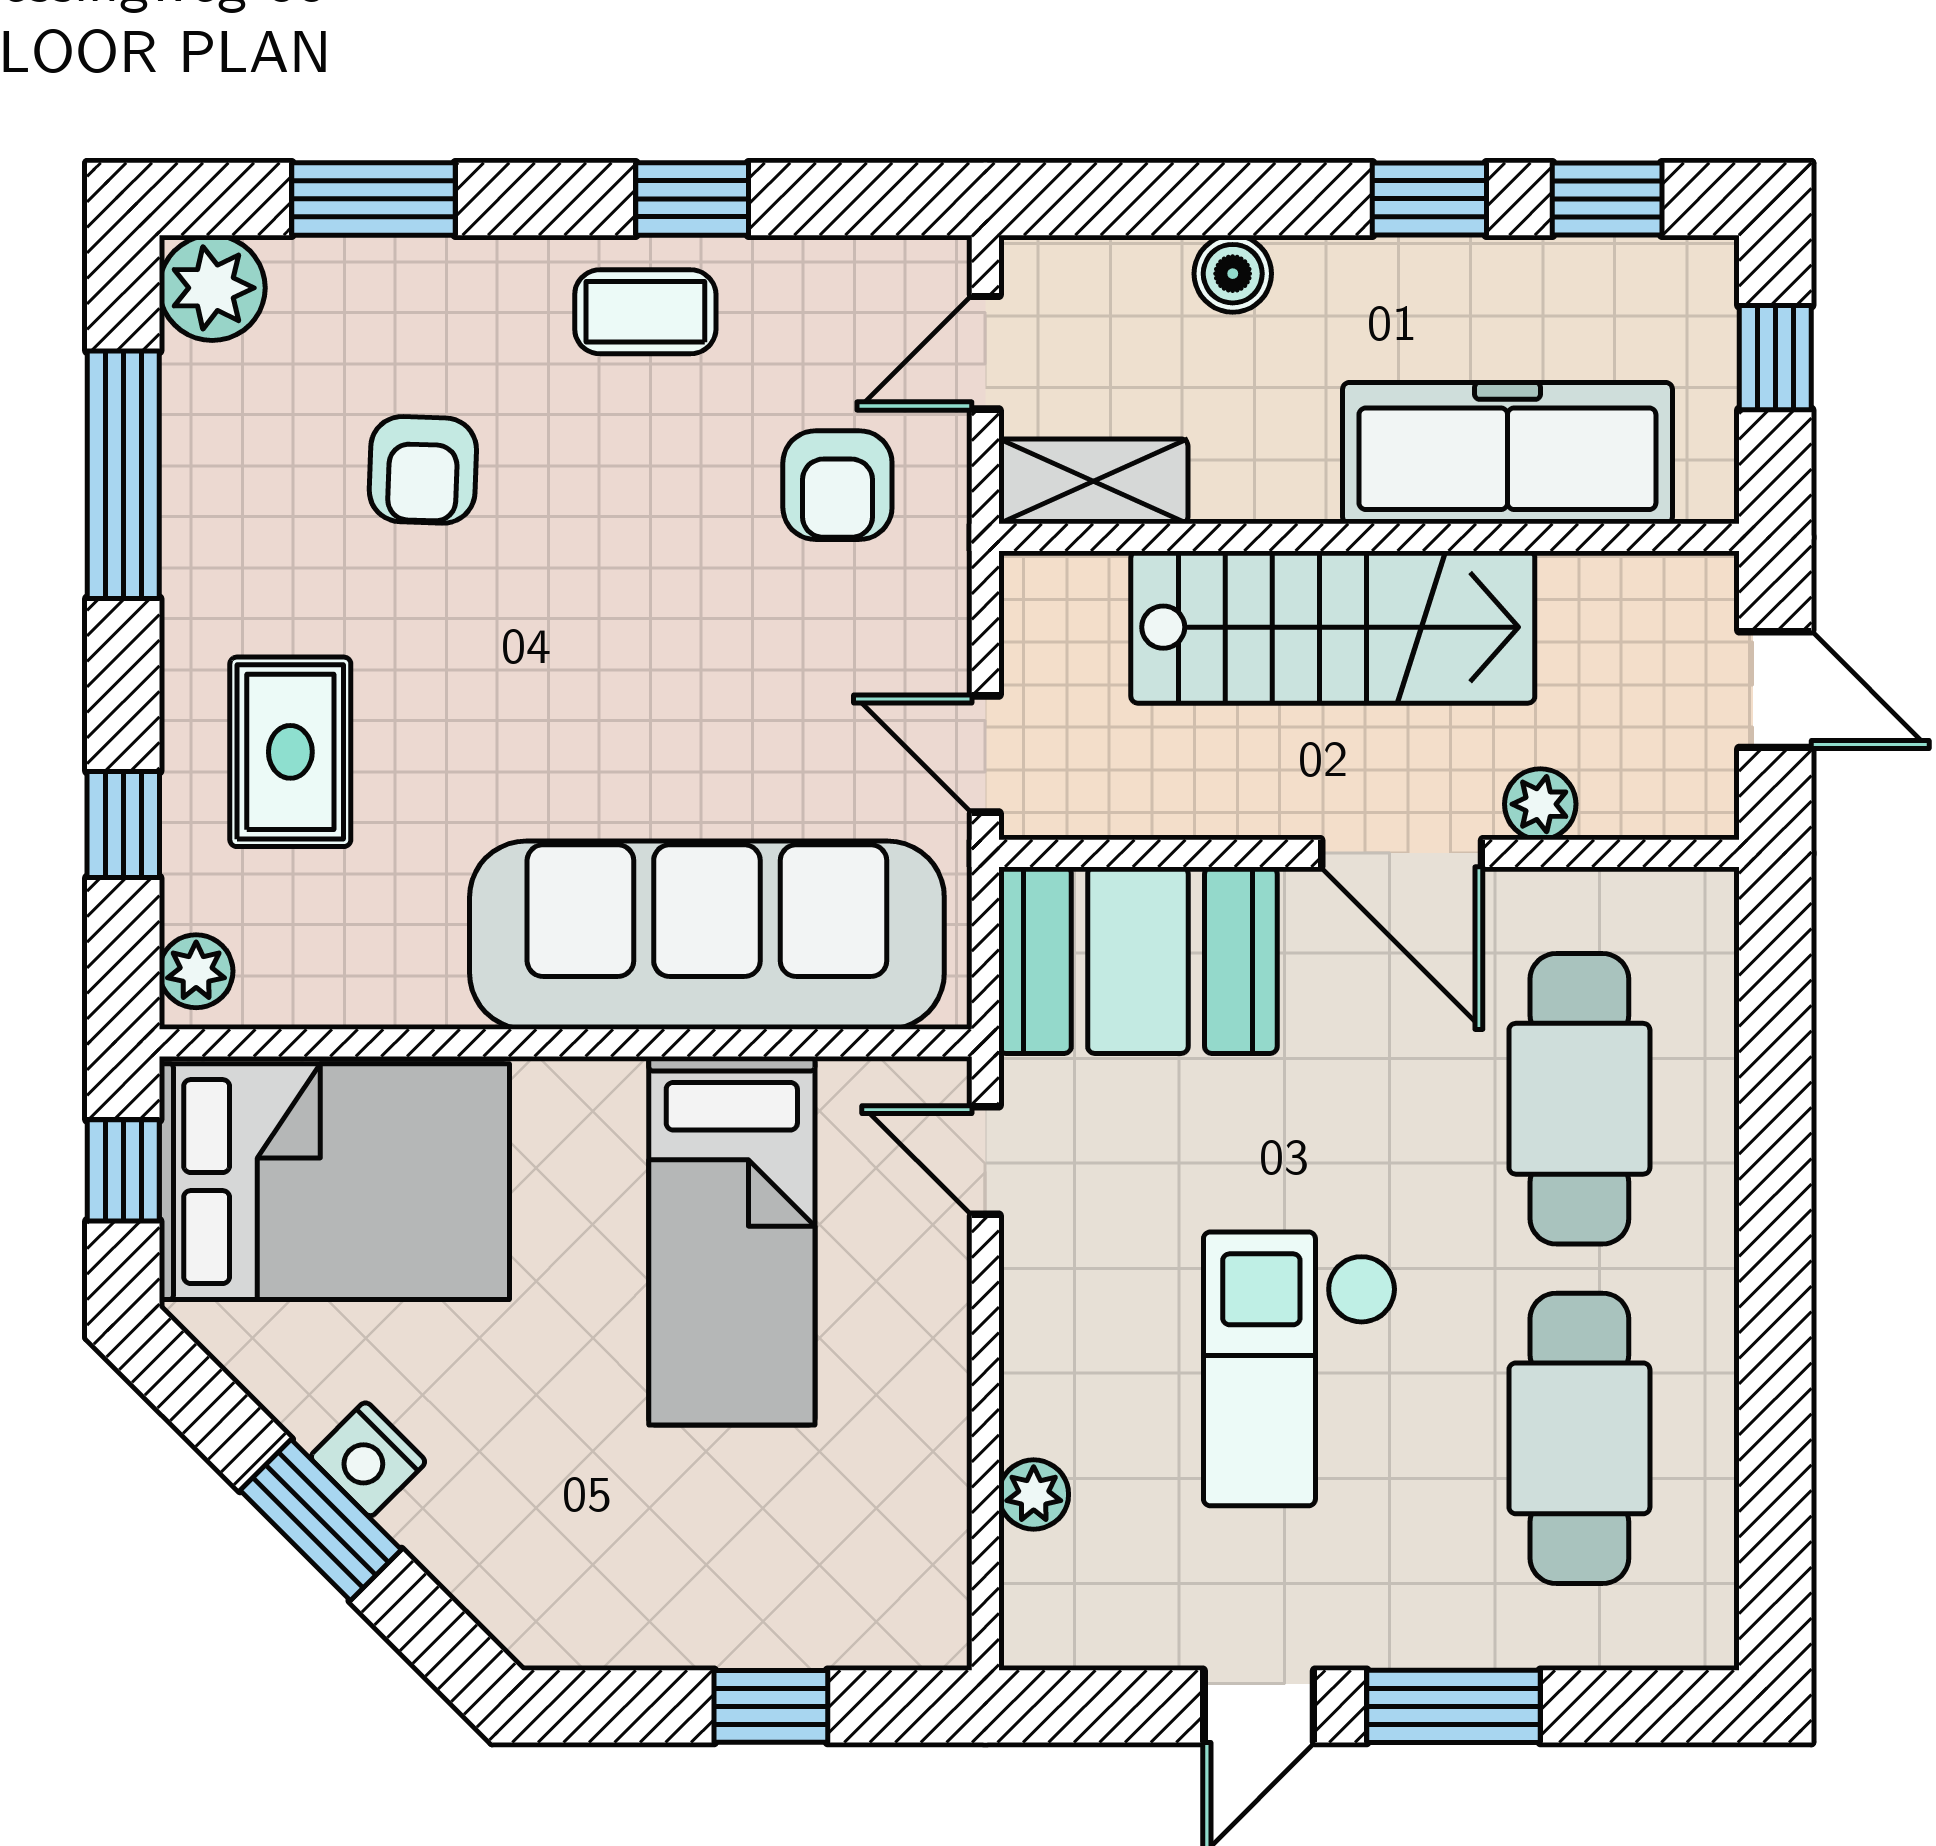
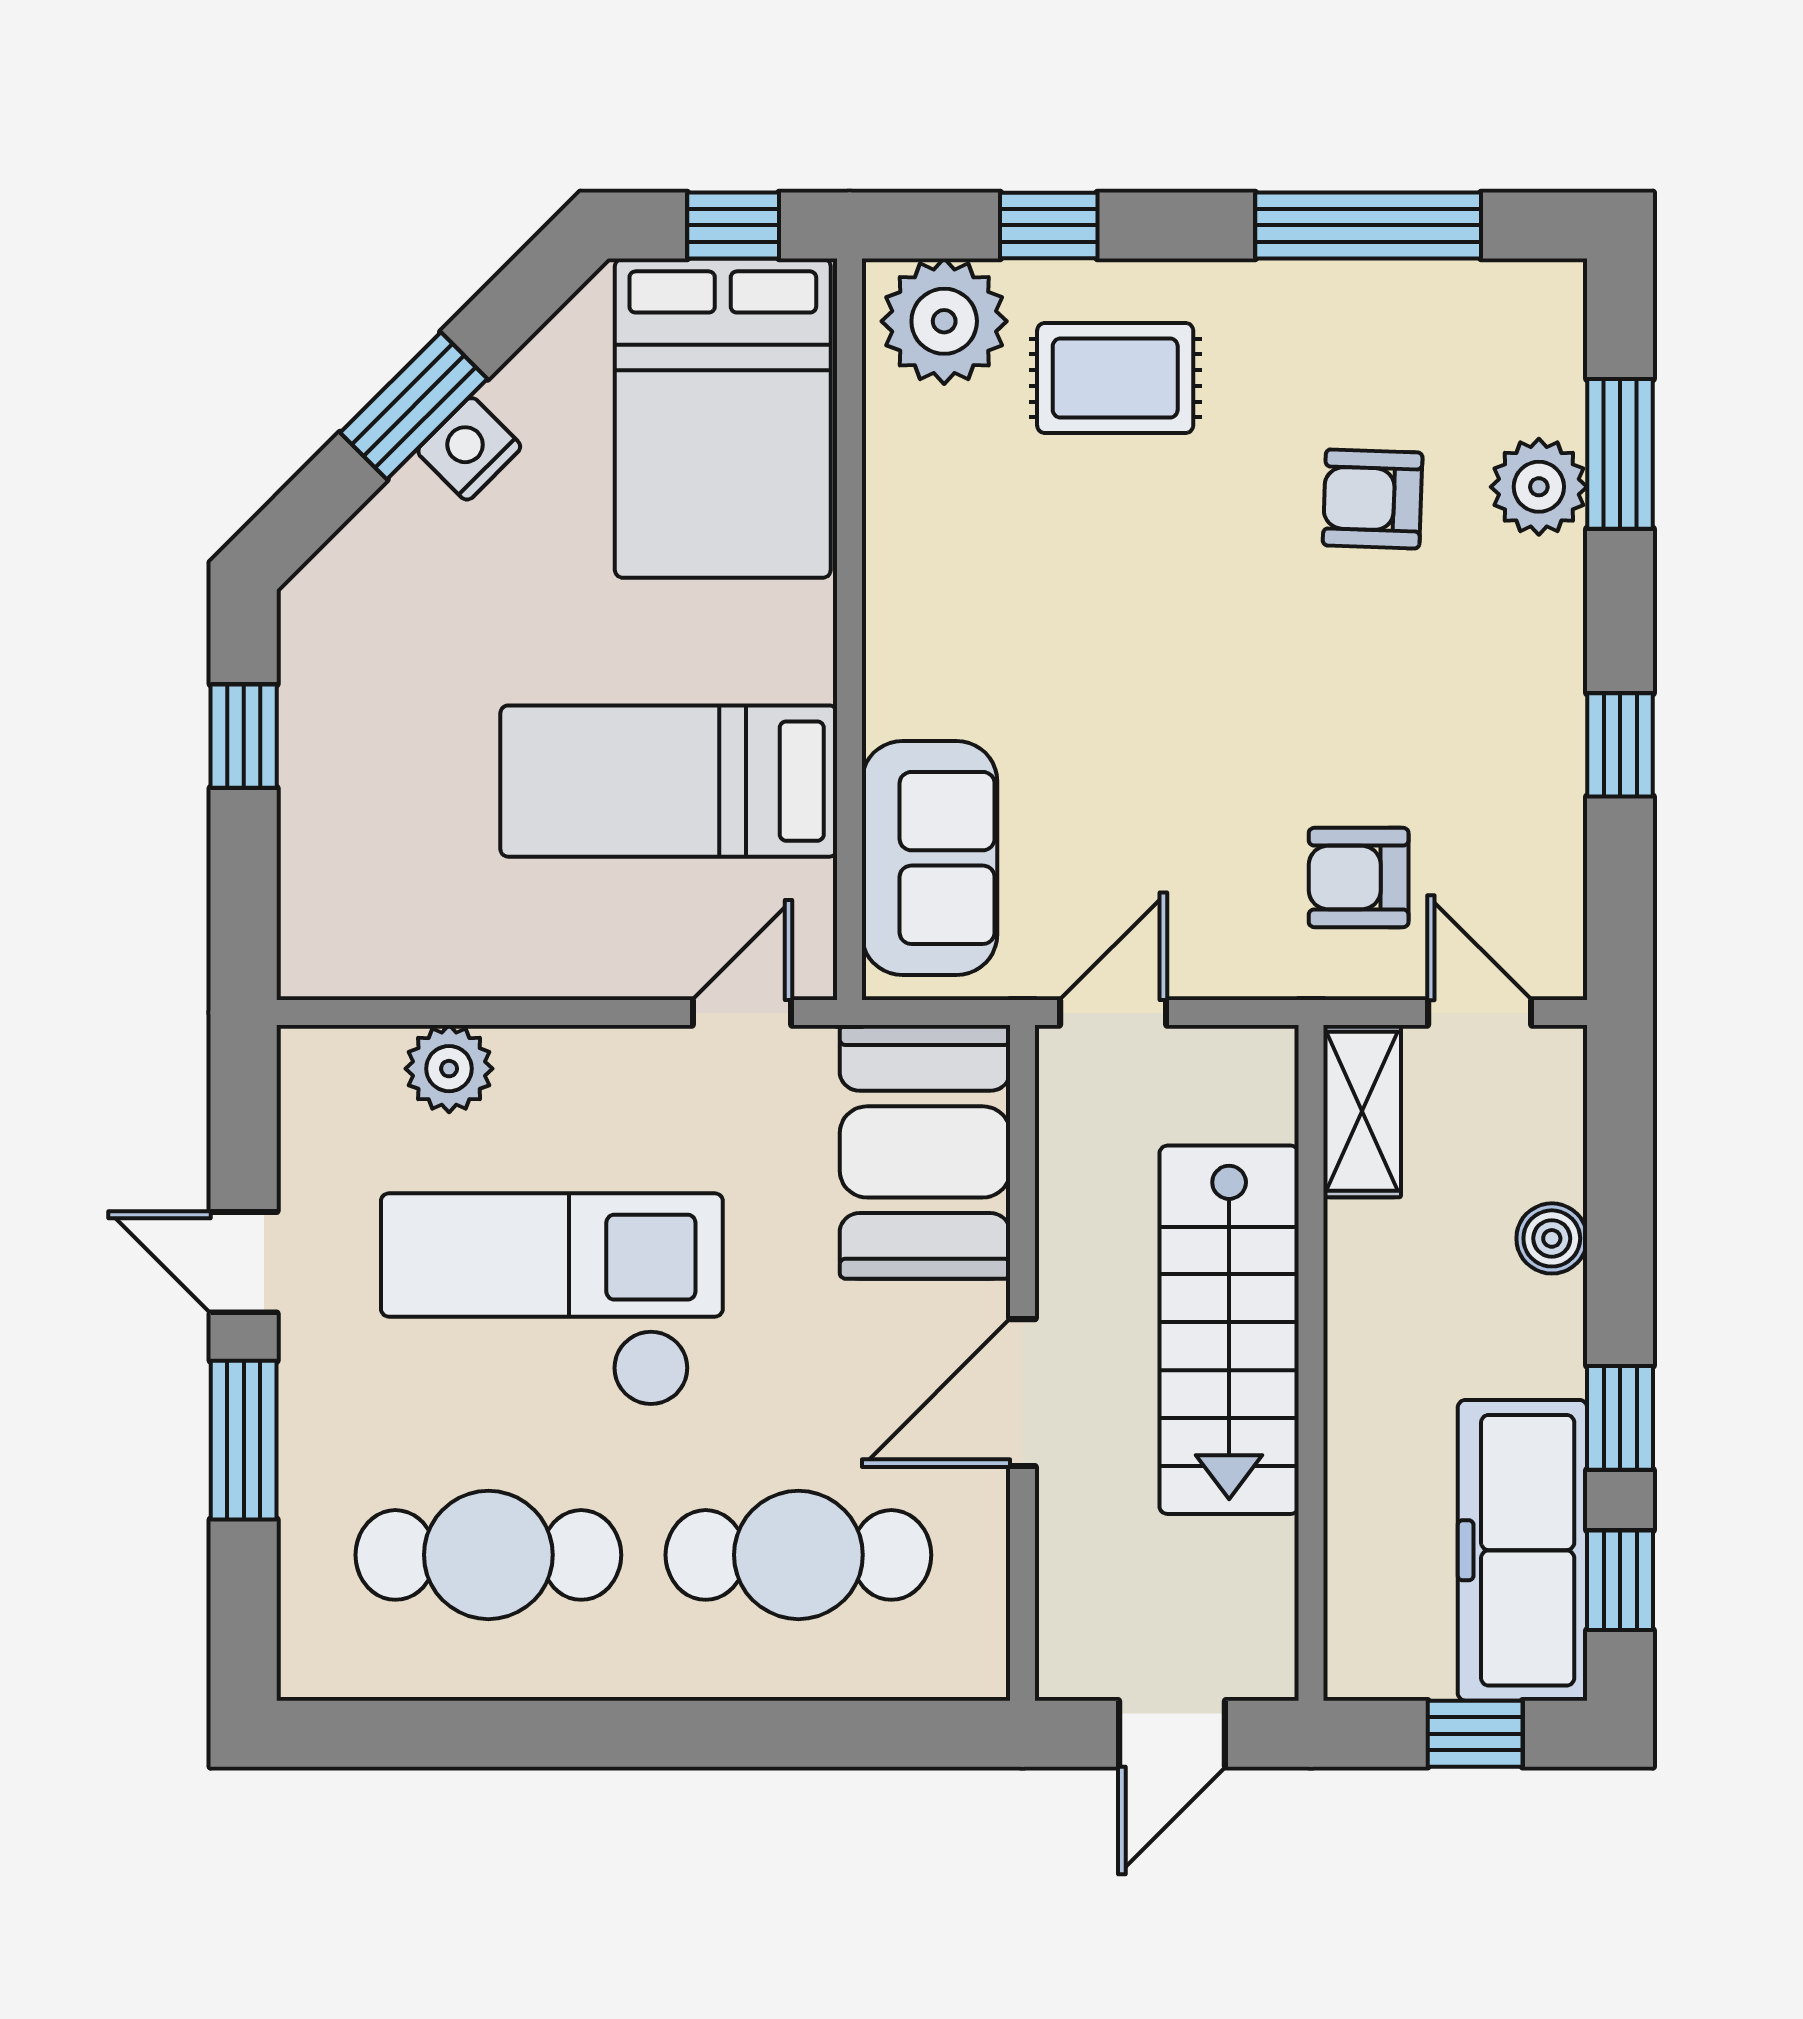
plant: (212, 288) -> (1539, 487), moved
coffee table: (645, 312) -> (1517, 702), removed
freezer: (1507, 453) -> (1522, 1550), moved, turned 180
plant: (1540, 804) -> (1067, 1519), removed
sofa: (707, 935) -> (929, 858), width x0.54, depth x0.79
plant: (196, 971) -> (944, 321), width x1.88, depth x1.88
checkout: (1300, 1369) -> (552, 1300), width x1.36, depth x1.21
plant: (1034, 1494) -> (449, 1069), width x1.38, depth x1.38
window: (771, 1706) -> (244, 736), moved

